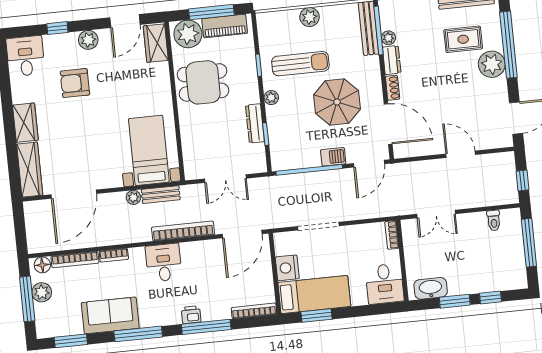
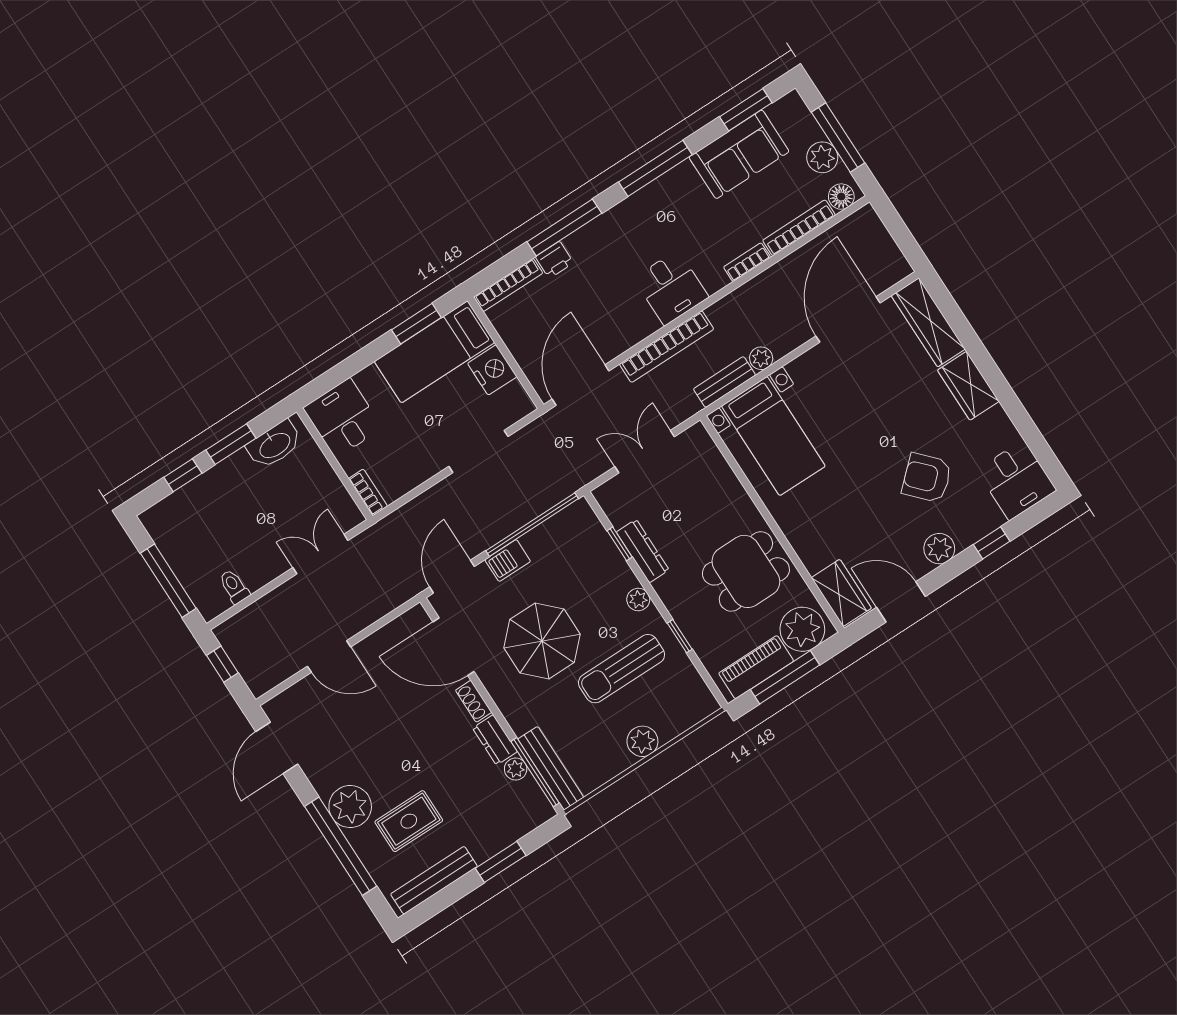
door: (125, 21) -> (901, 602), hinge flipped
armchair: (75, 83) -> (927, 478), turned -133
sofa: (110, 315) -> (739, 154), moved
printer: (191, 315) -> (554, 260), moved

